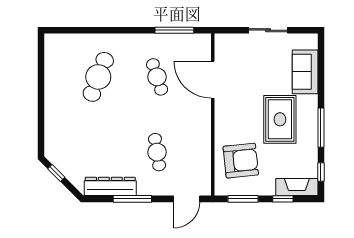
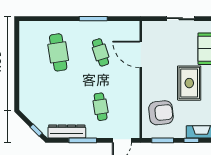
window: (174, 30) -> (93, 19), moved
cafe table: (98, 77) -> (58, 52), turned -30
window: (56, 173) -> (36, 130), moved

